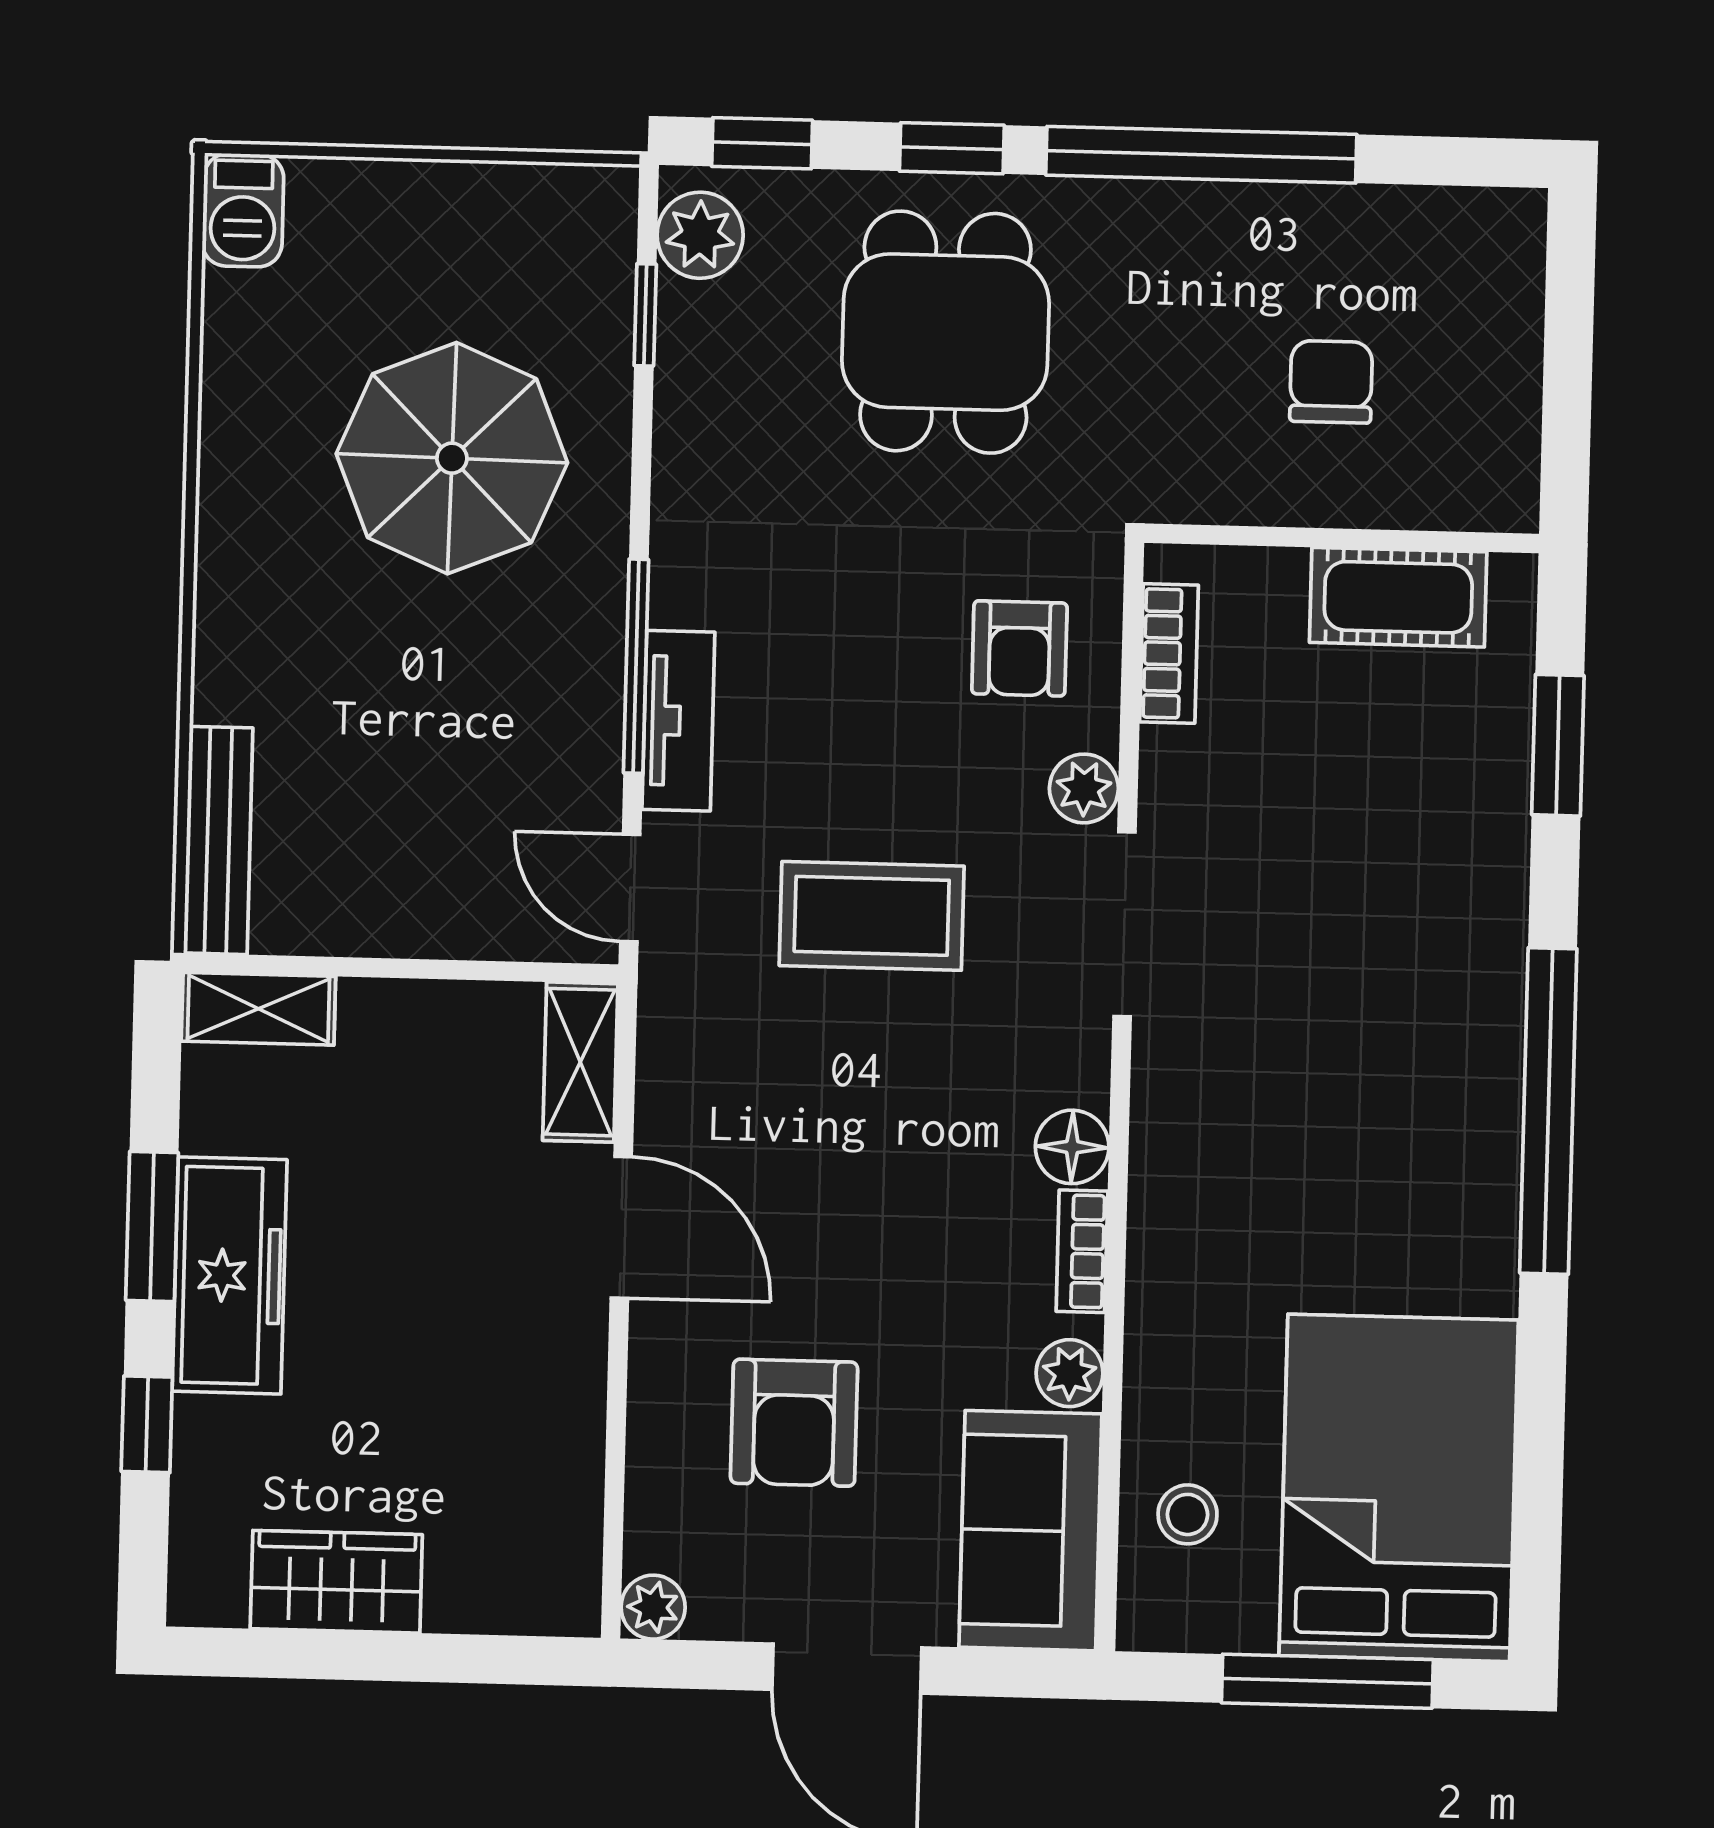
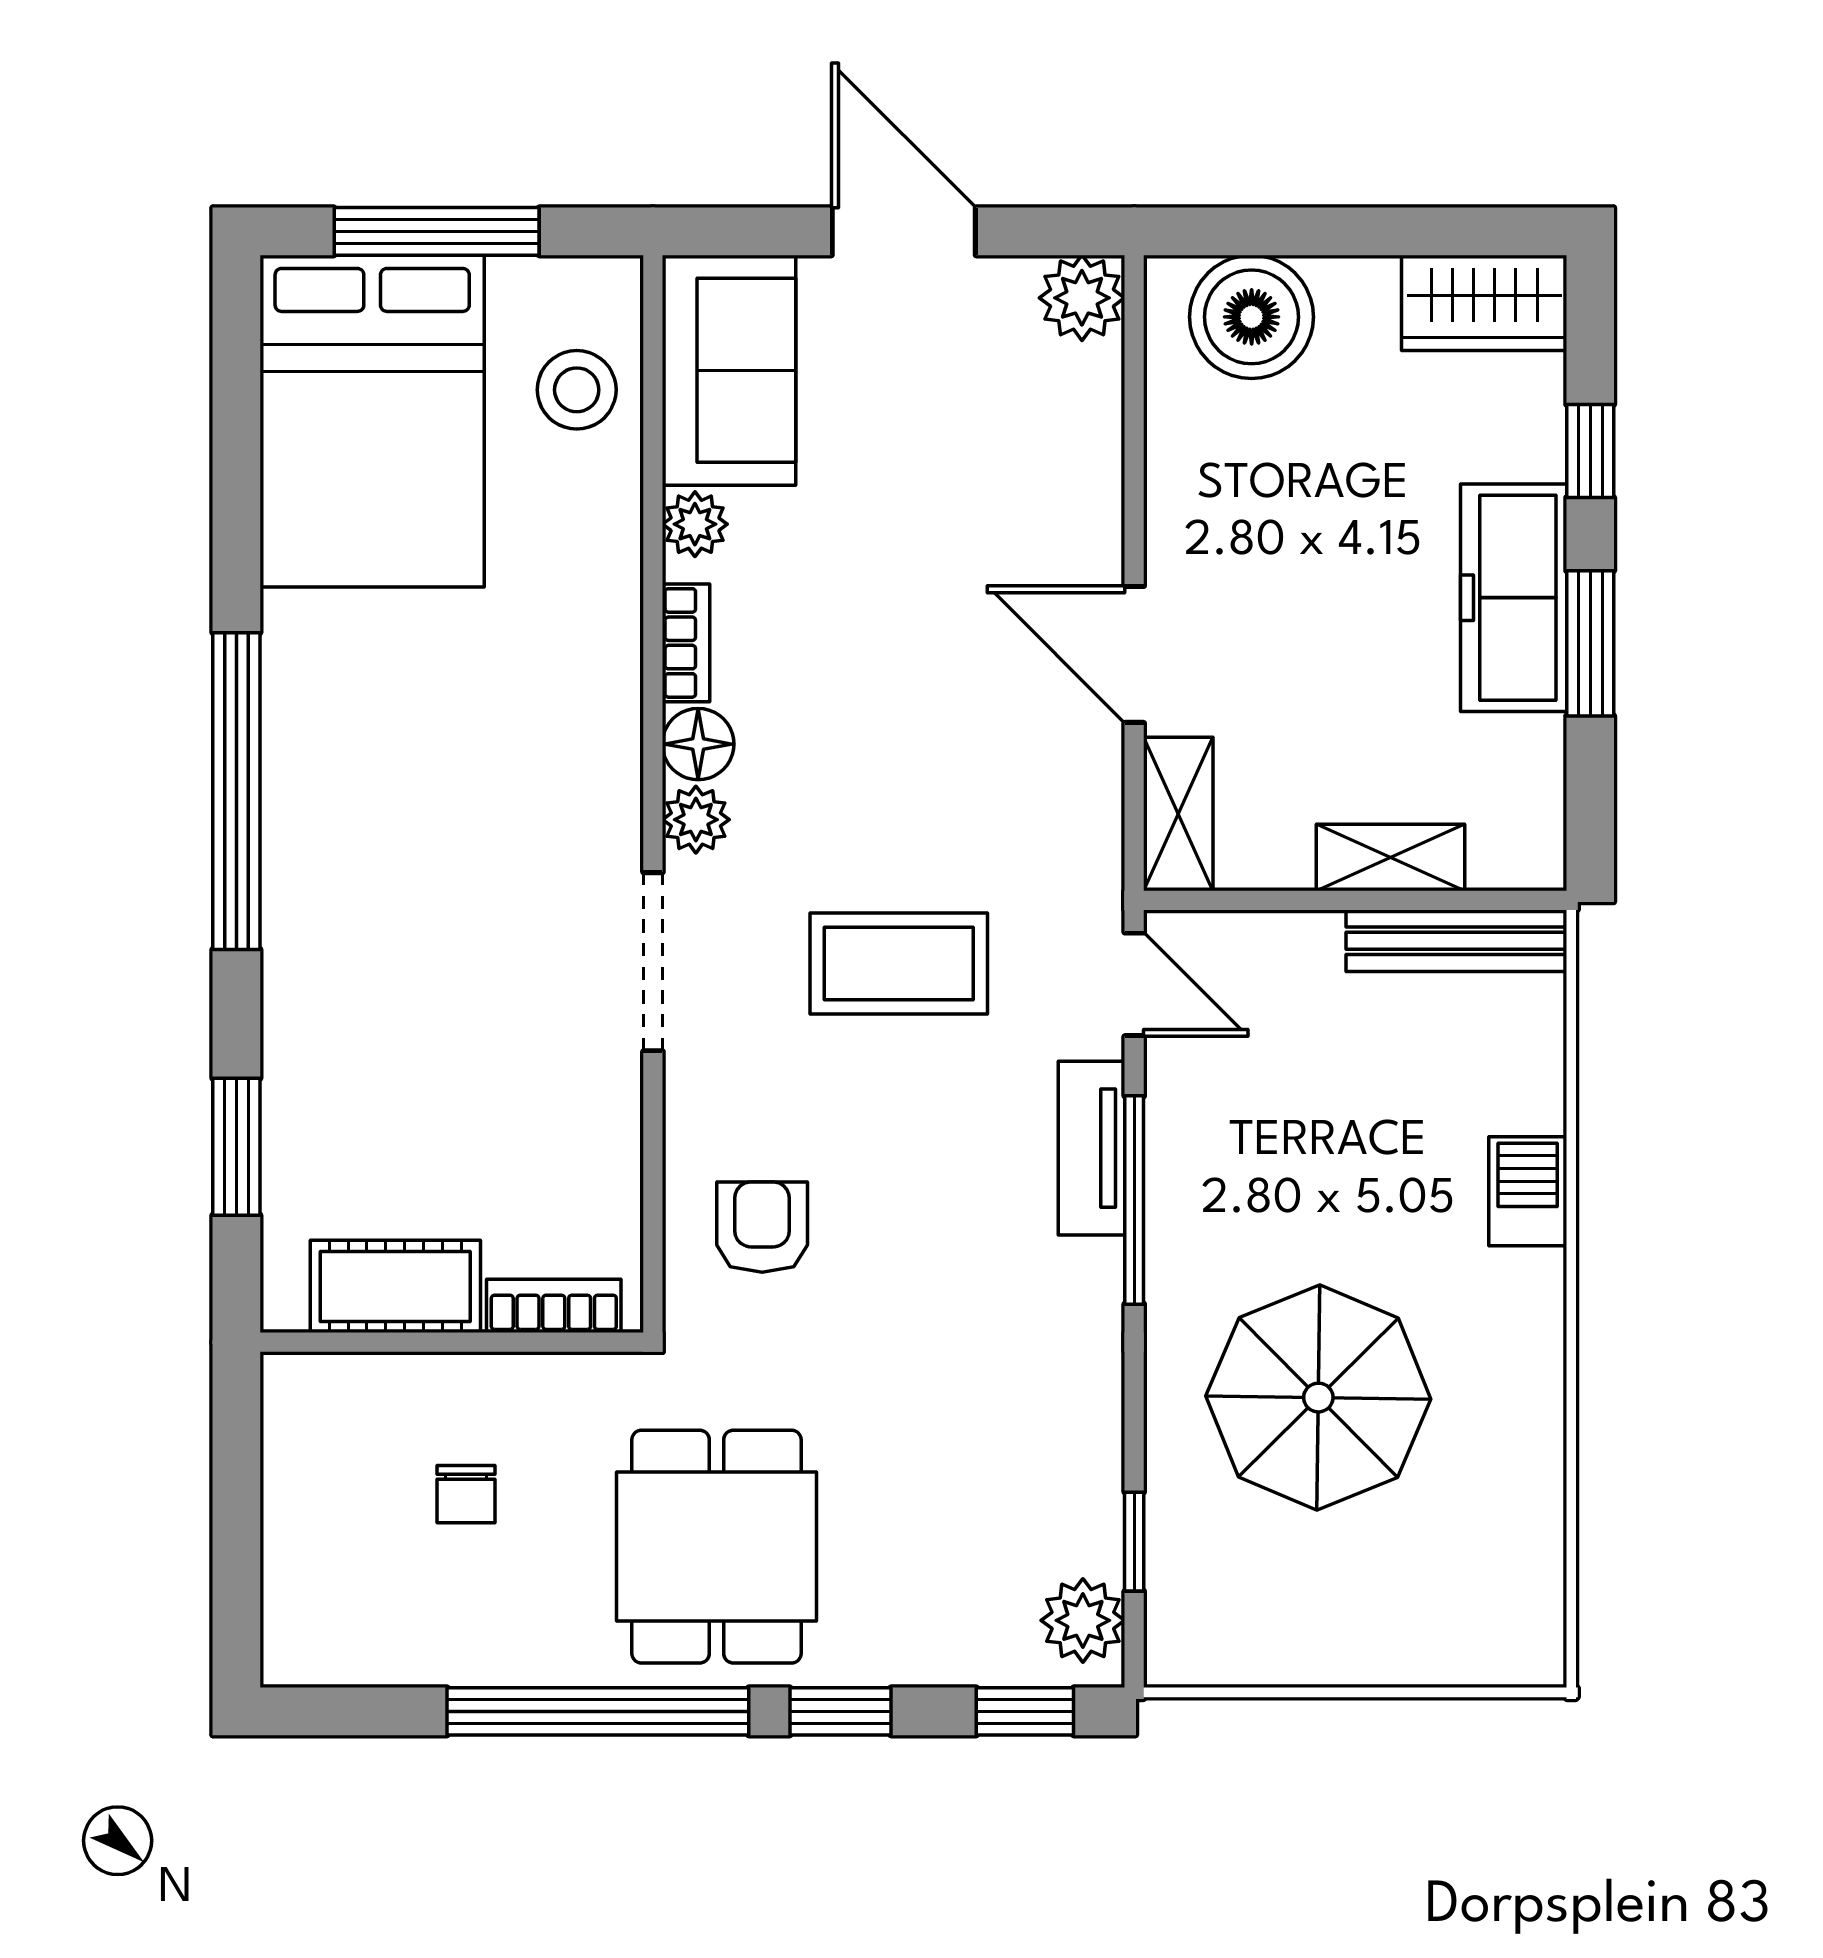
barbecue: (243, 210) -> (1528, 1191), moved
dining table: (945, 332) -> (717, 1547), moved
chair: (1331, 382) -> (466, 1494), width x0.73, depth x0.73
bookcase: (1169, 653) -> (554, 1306), moved, turned 90
plant: (1084, 788) -> (696, 820), moved
bench: (218, 840) -> (1456, 941), moved, turned 90
shelving: (258, 1009) -> (1390, 858), moved
armchair: (794, 1423) -> (961, 469), removed
stool: (1188, 1514) -> (577, 390), width x1.37, depth x1.37
boiler: (492, 1571) -> (1252, 317), added
wardrobe: (336, 1582) -> (1484, 303), moved
plant: (653, 1607) -> (1082, 298), width x1.38, depth x1.38

